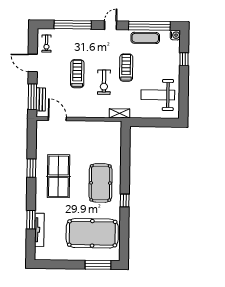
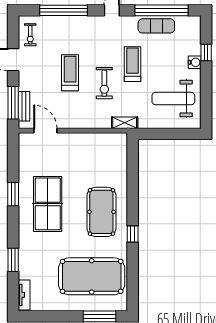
water cooler: (175, 35) -> (195, 62), moved
tv unit: (39, 230) -> (24, 295), moved, width x0.71

